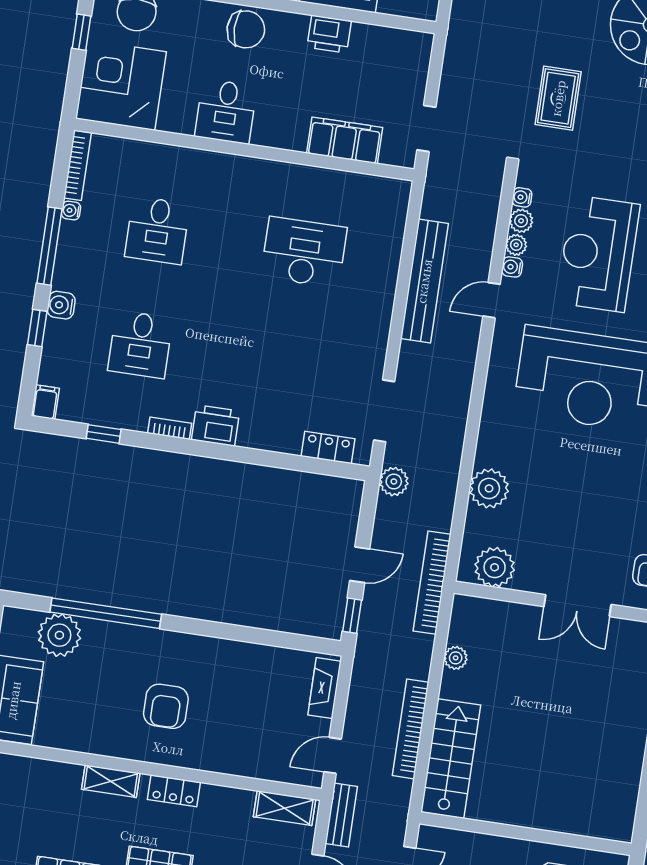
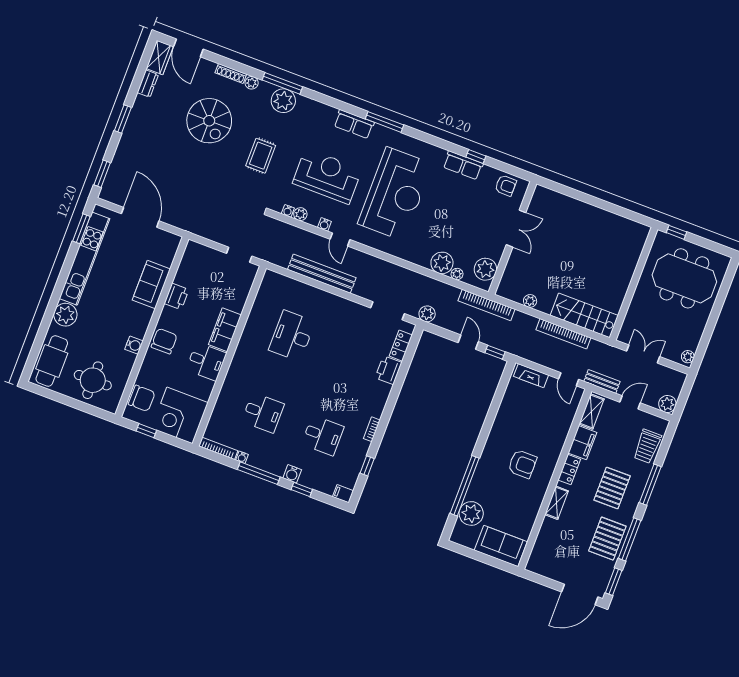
rug: (558, 98) -> (261, 156), moved, turned 90
filing cabinet: (345, 140) -> (225, 330), moved
plant: (516, 245) -> (457, 274), moved
reception desk: (598, 254) -> (327, 176), turned 180
printer: (216, 425) -> (388, 370), moved
filing cabinet: (226, 804) -> (582, 443), added

